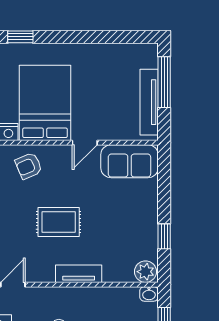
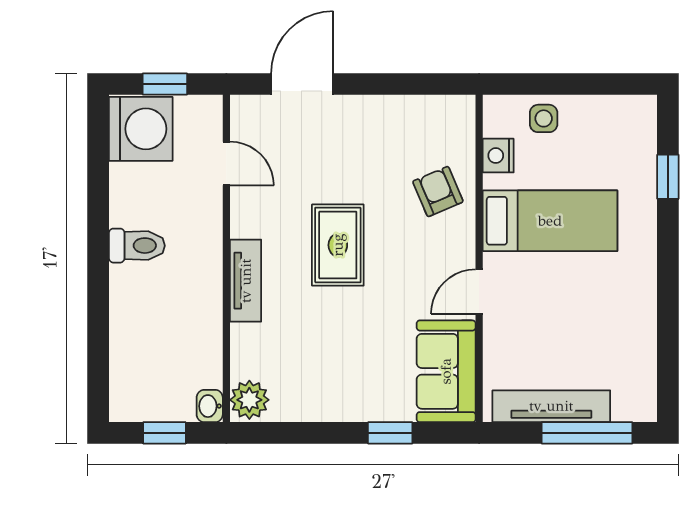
bed: (45, 103) -> (550, 221), width x0.67
door: (85, 143) -> (479, 292), hinge flipped
window: (164, 236) -> (390, 433), moved

